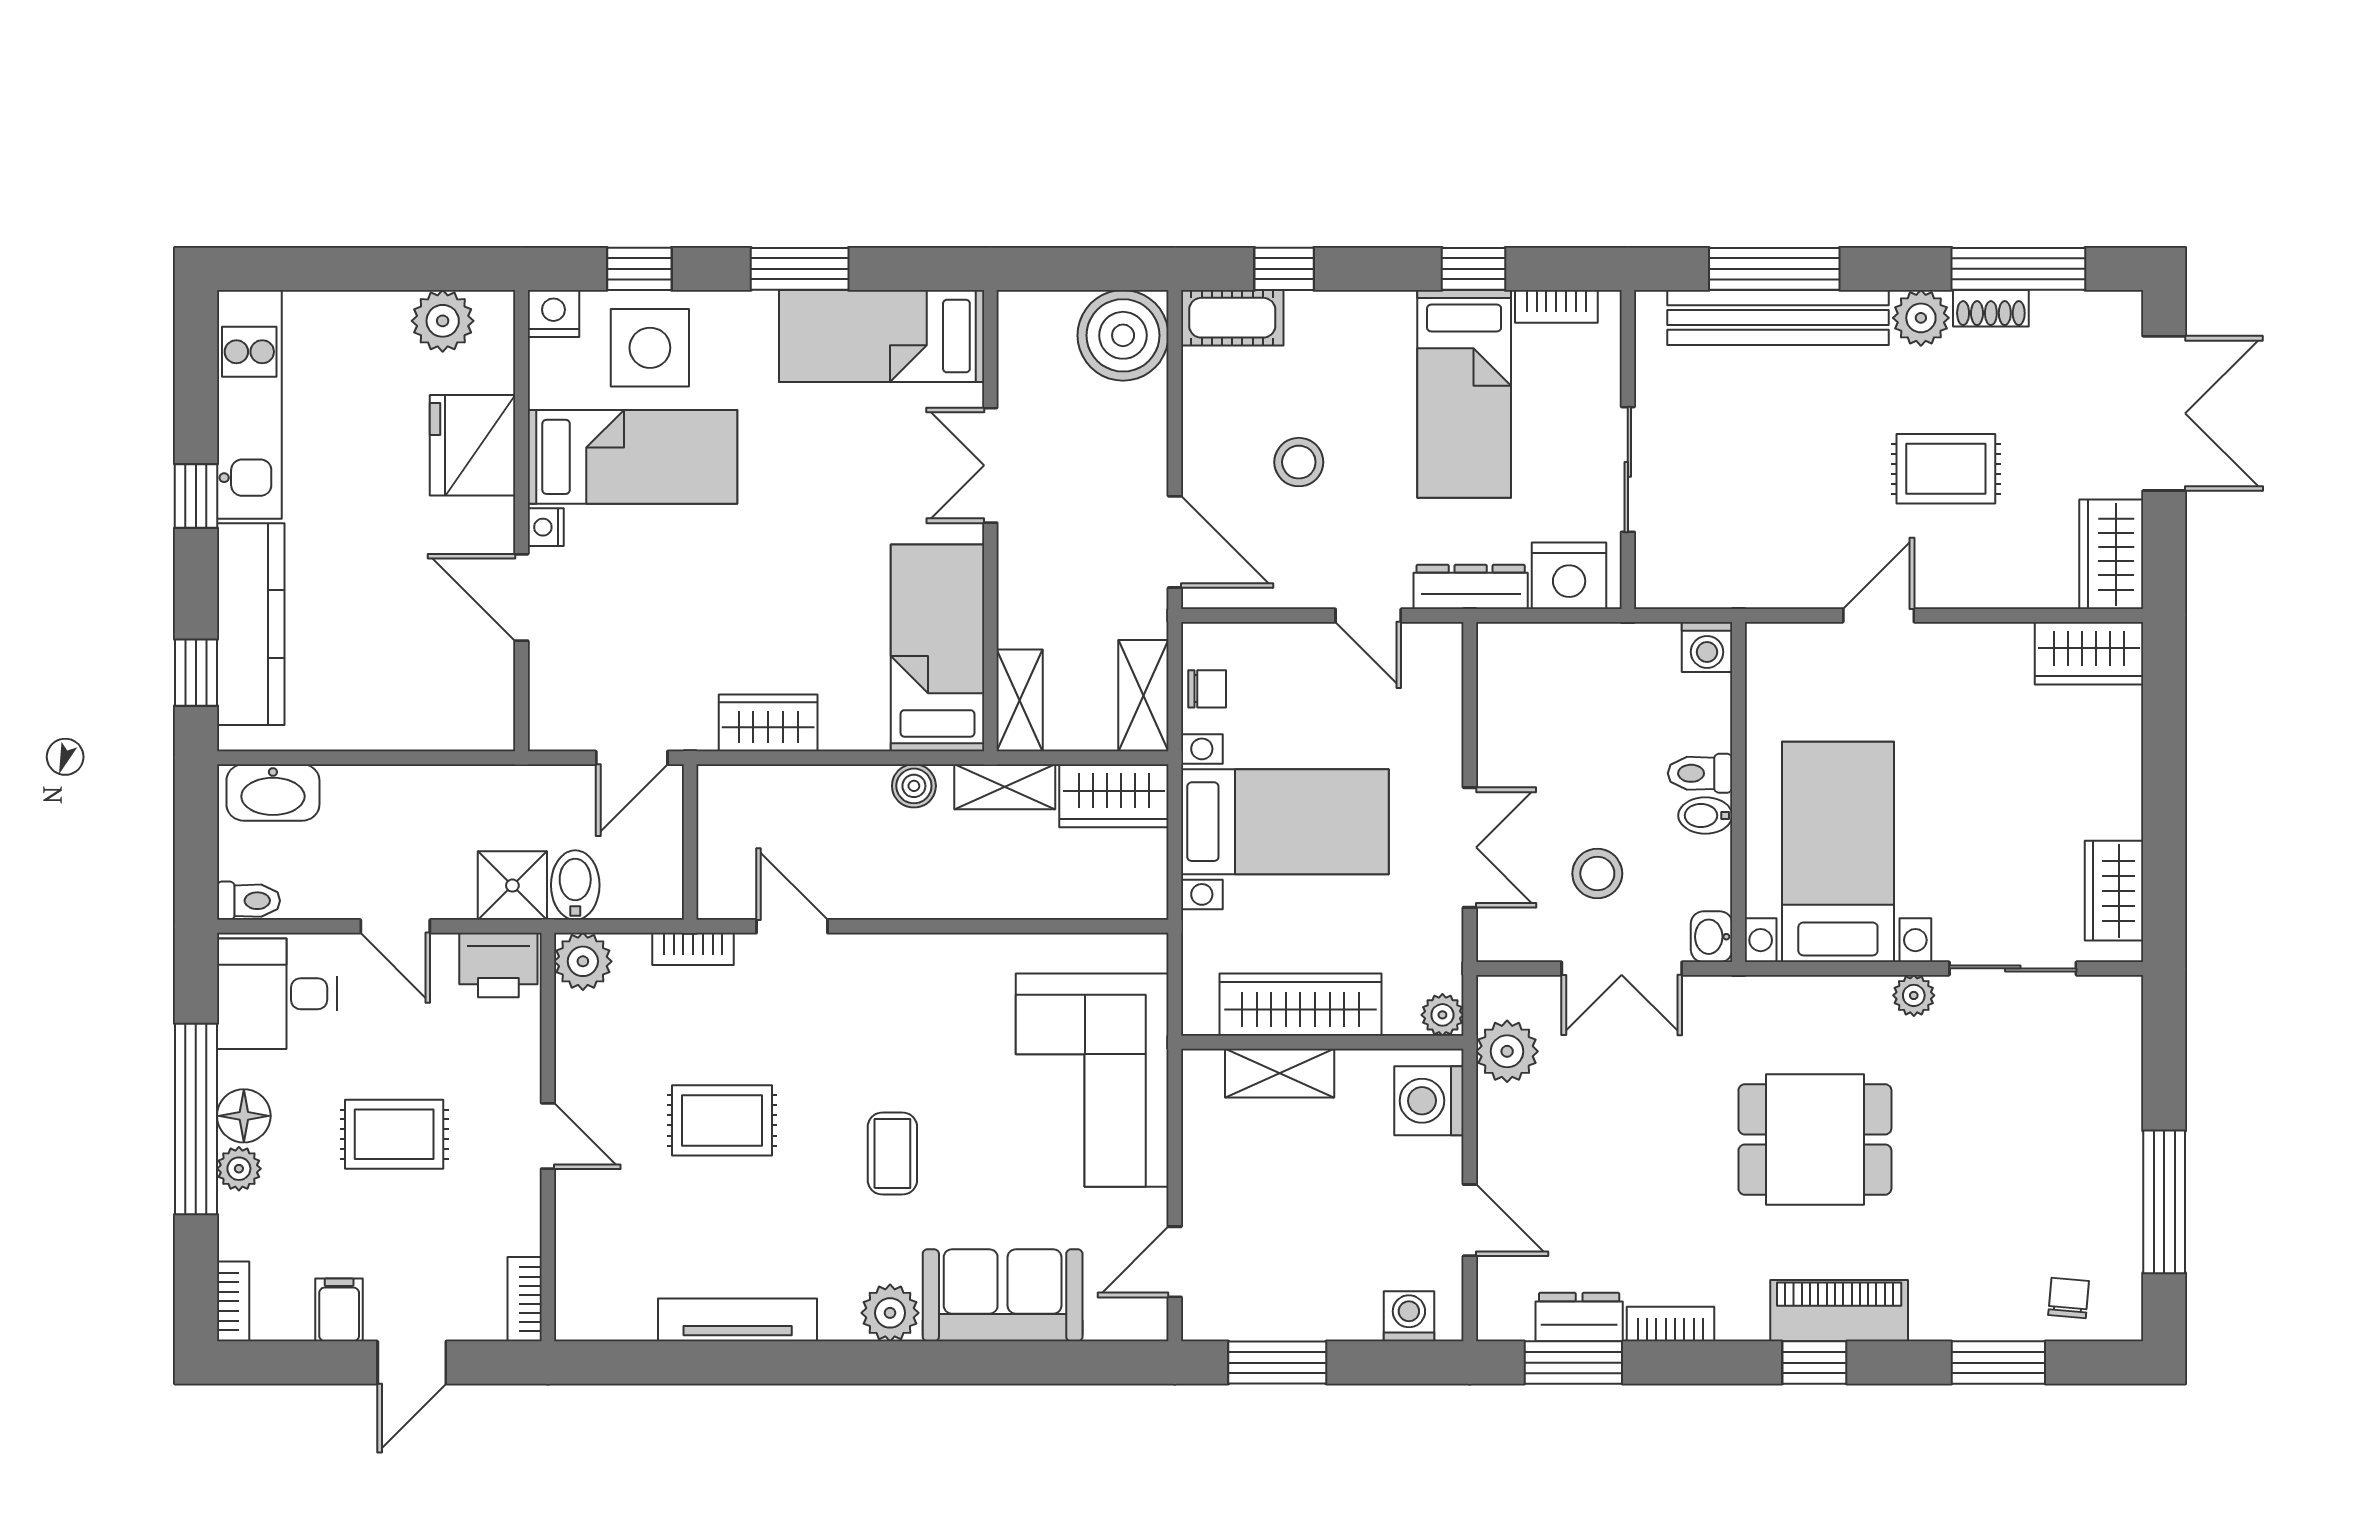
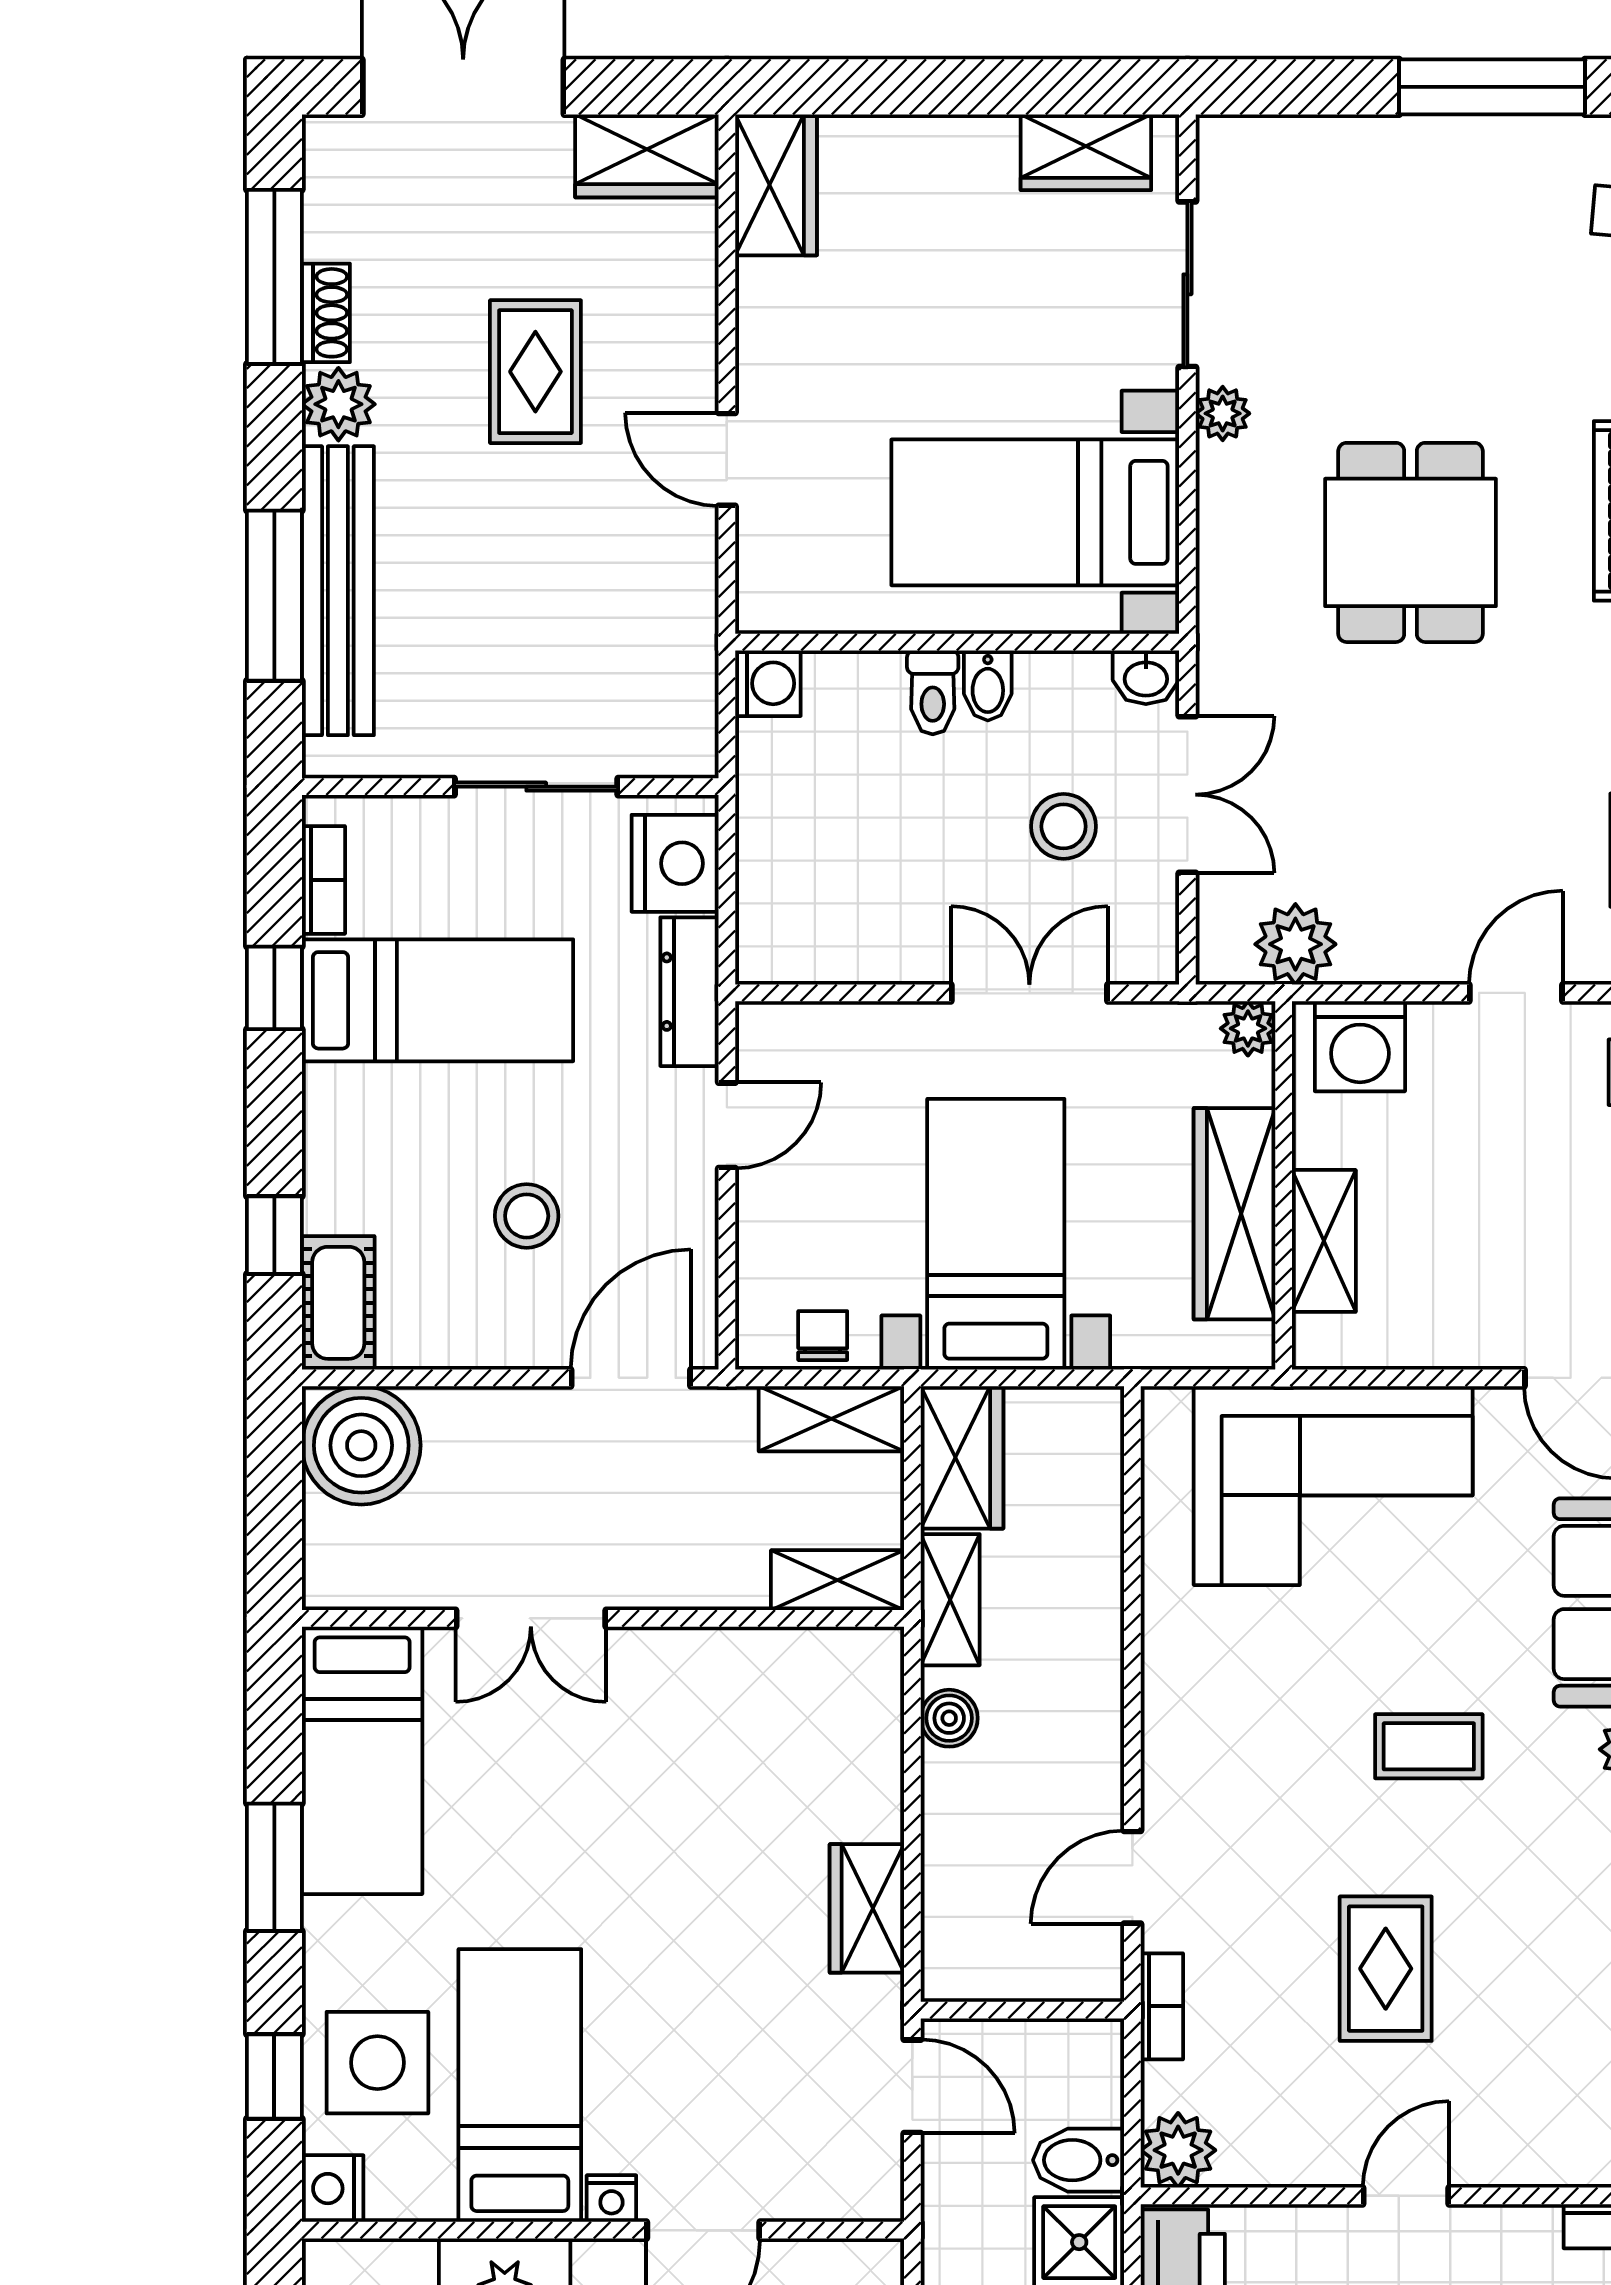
bed: (937, 648) -> (769, 1687), removed

